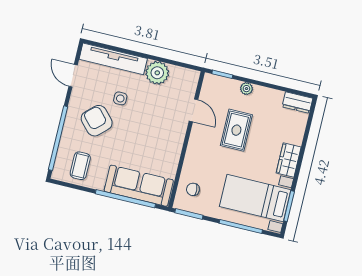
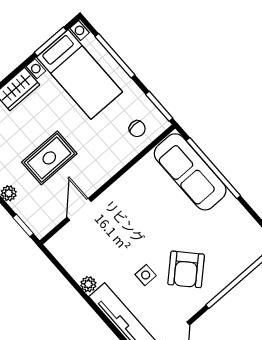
plant: (157, 73) -> (88, 284), width x0.53, depth x0.53
coffee table: (80, 166) -> (236, 235), removed

